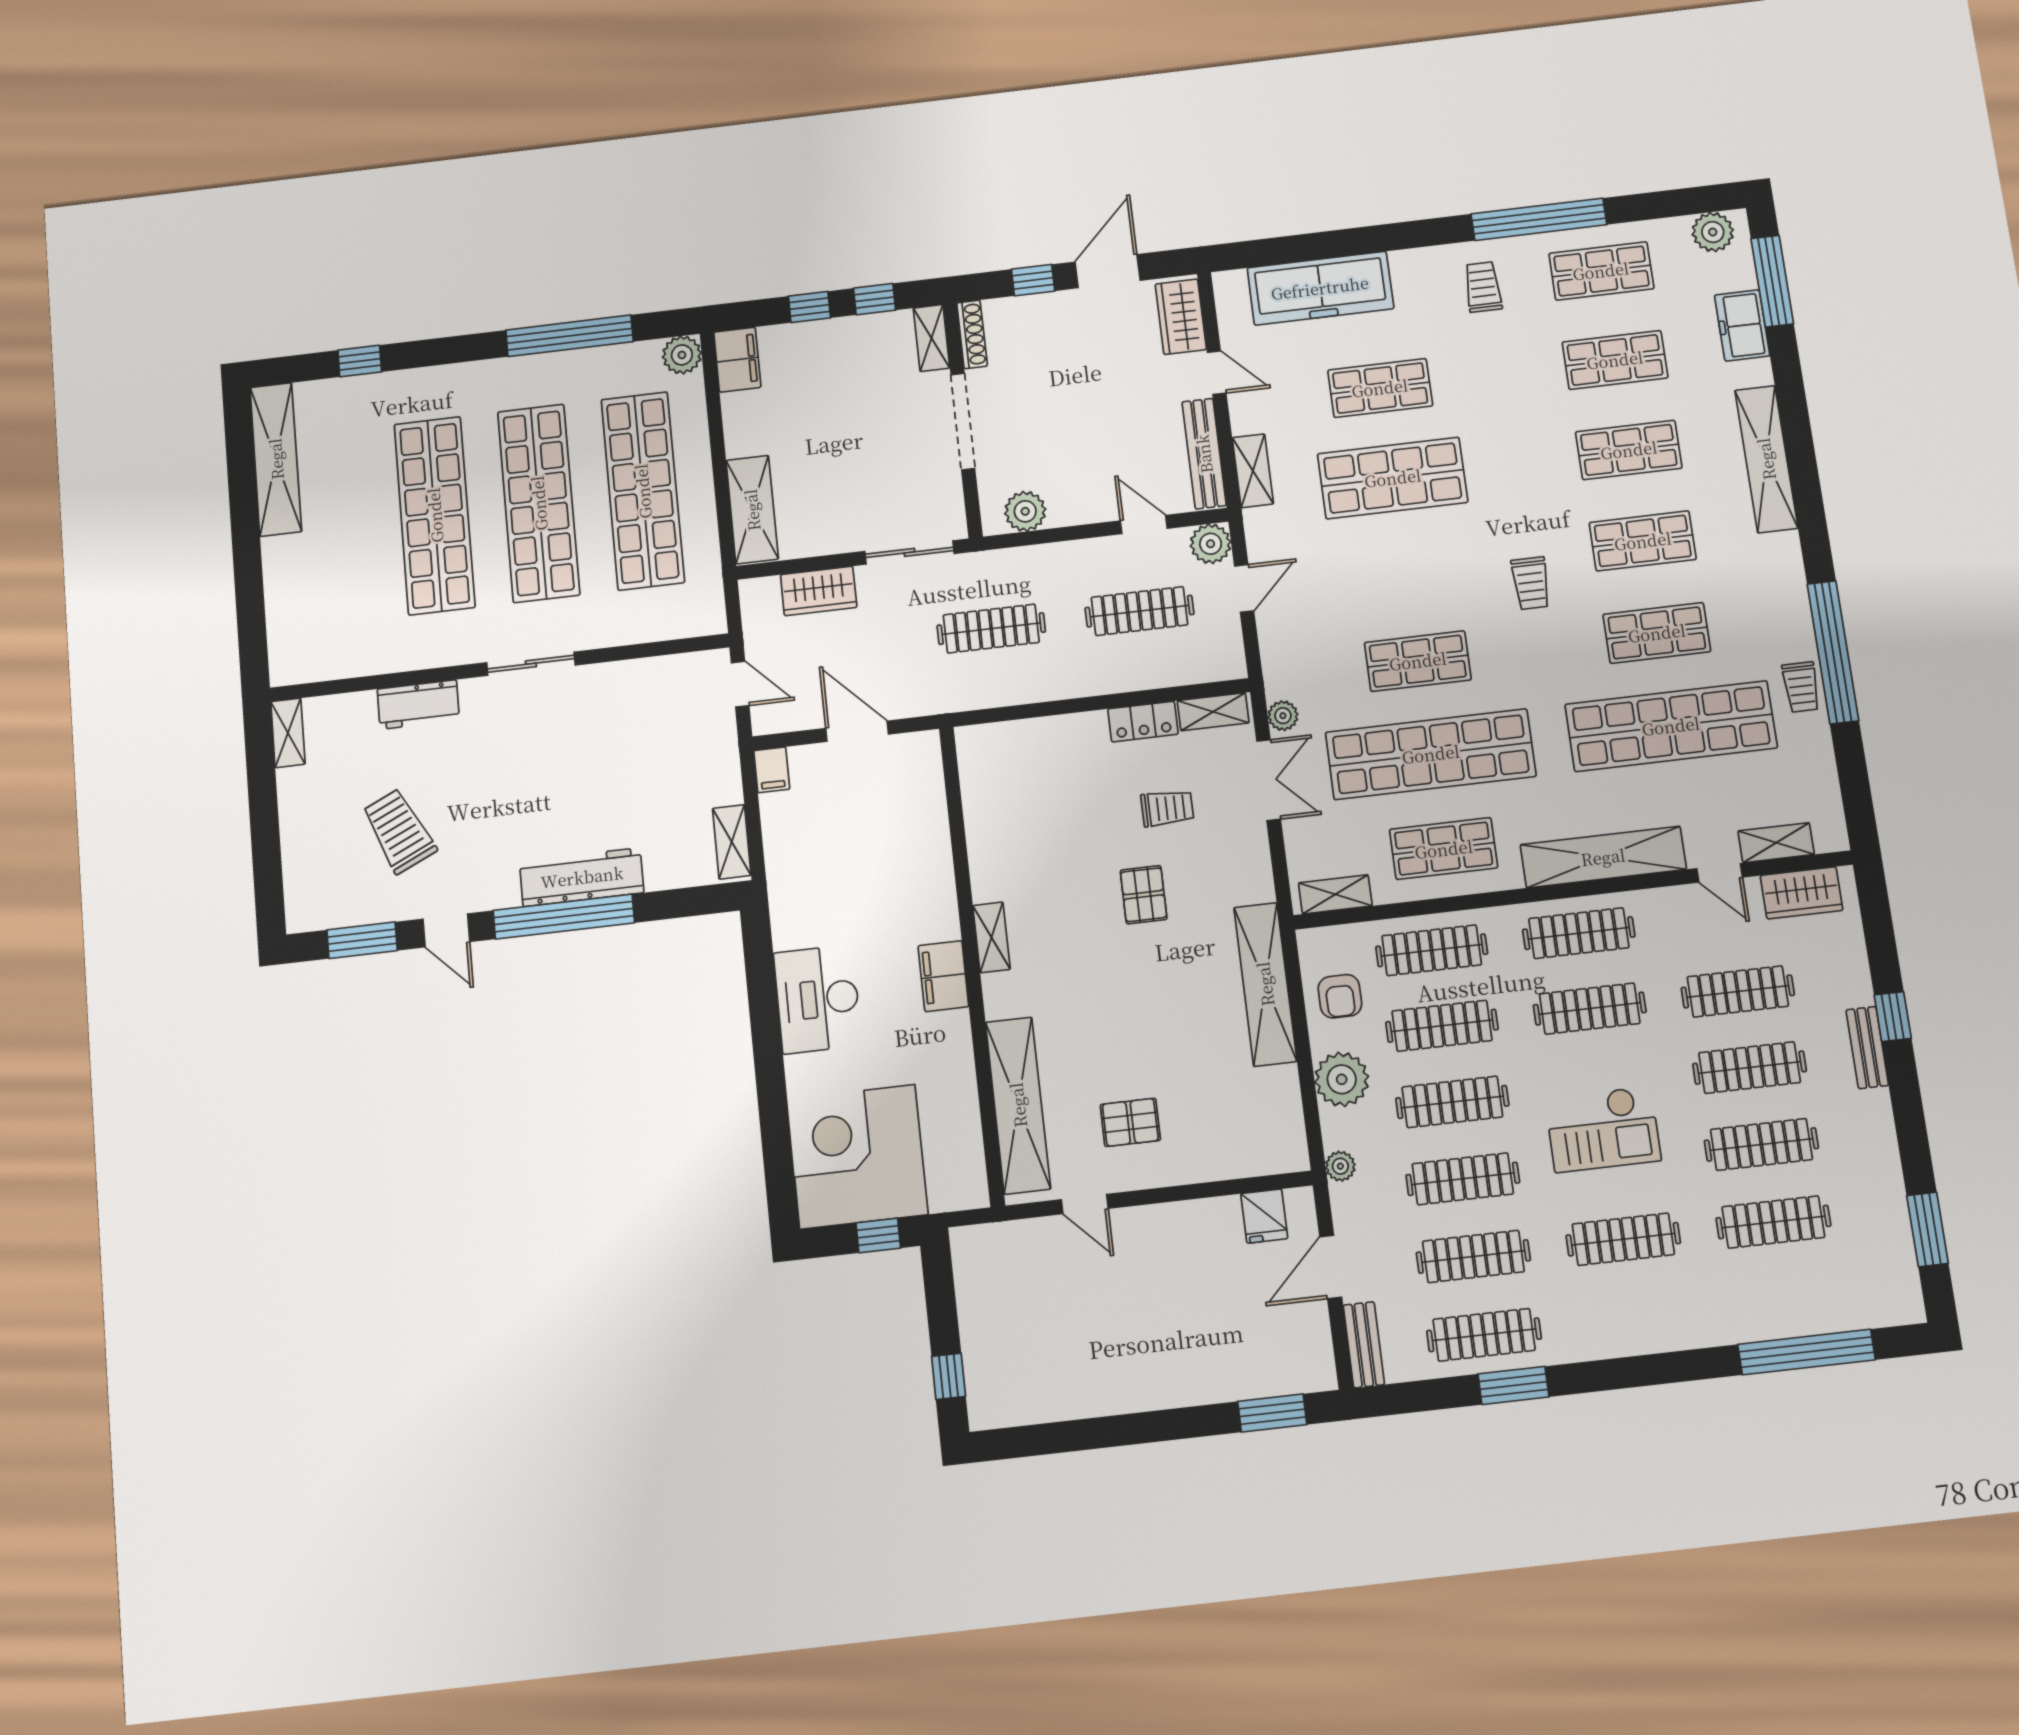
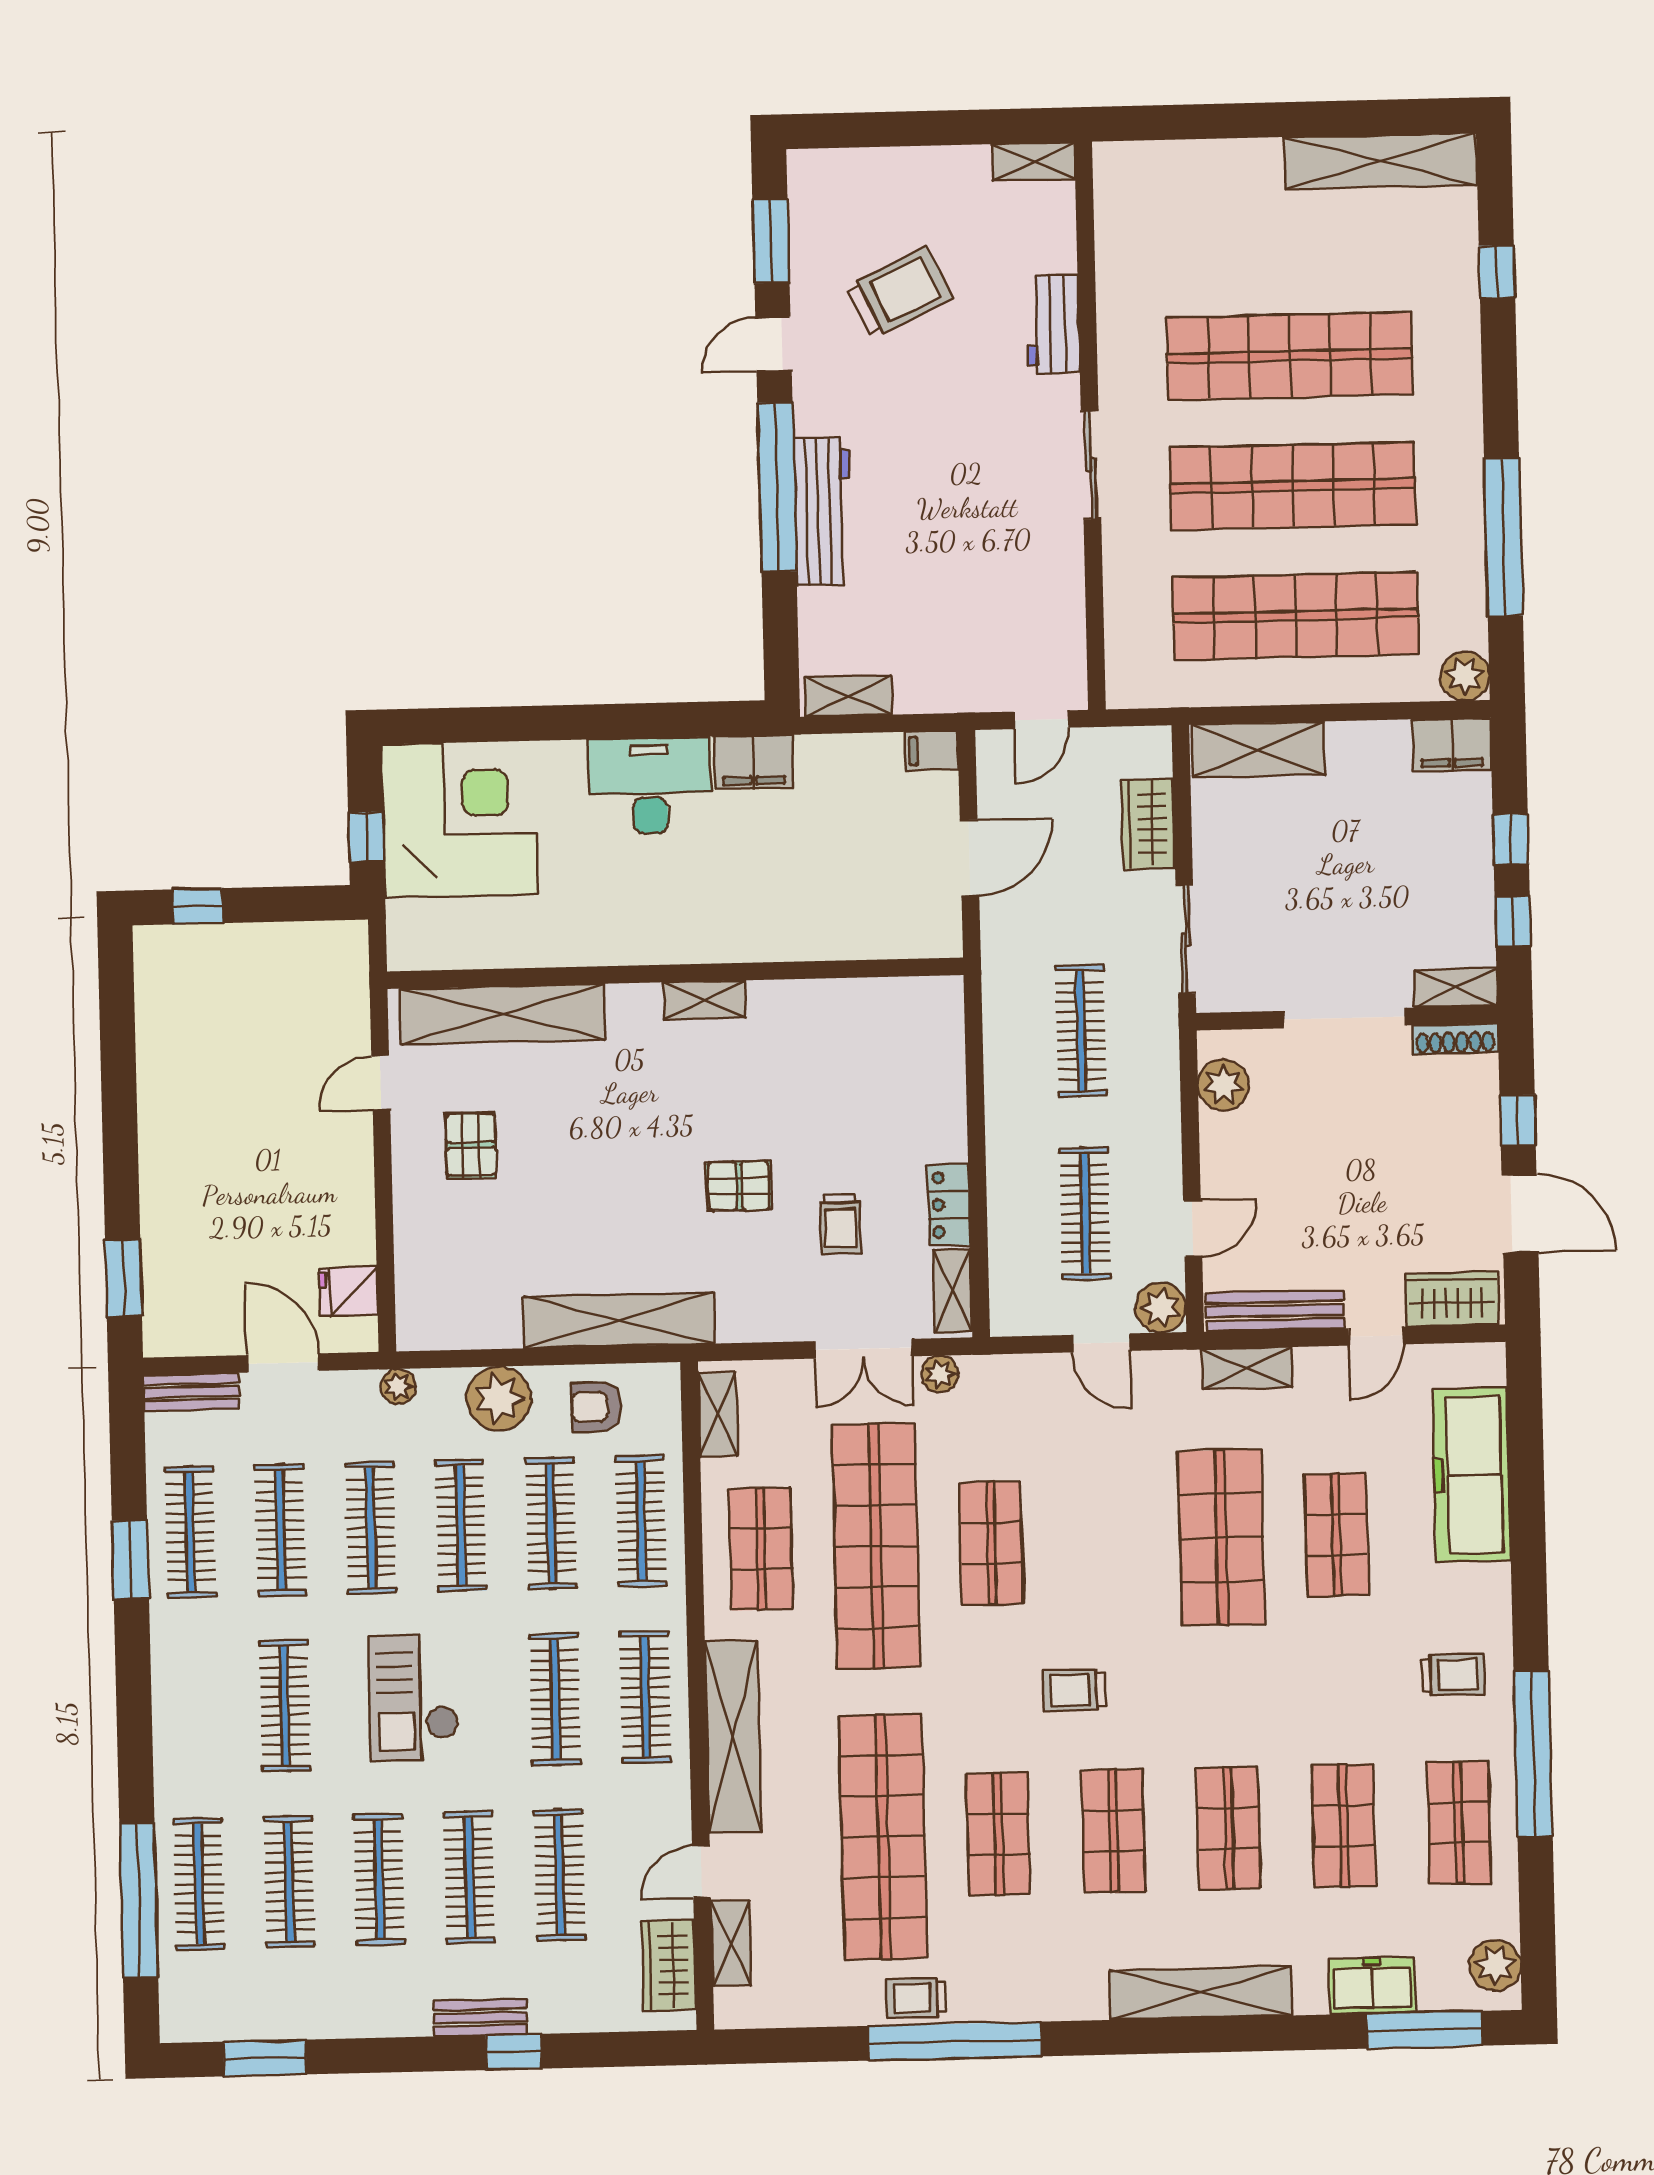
filing cabinet: (943, 976) -> (754, 762), moved, turned 180
clothes rail: (1785, 1300) -> (199, 1884), added

